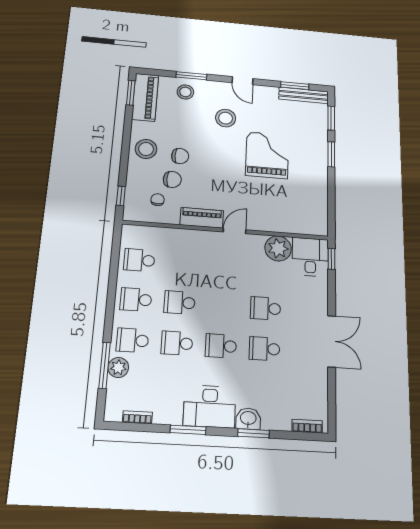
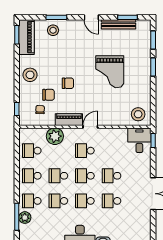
bench: (304, 95) -> (119, 24), moved
stool: (226, 118) -> (138, 114), moved
grand piano: (267, 155) -> (110, 72), turned 180
chair: (180, 156) -> (68, 83), moved
plant: (278, 248) -> (55, 136), moved
school desk: (225, 266) -> (85, 151), added
school desk: (223, 305) -> (85, 176), added

